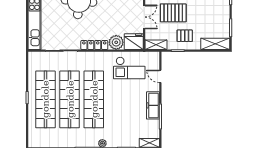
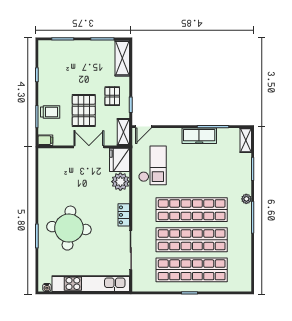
locker: (94, 45) -> (124, 215), width x0.66
door: (160, 76) -> (144, 127), moved

